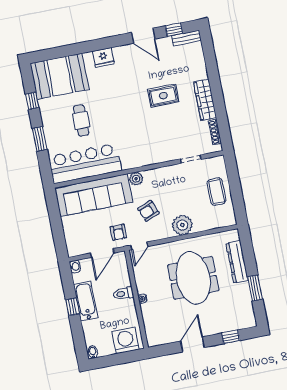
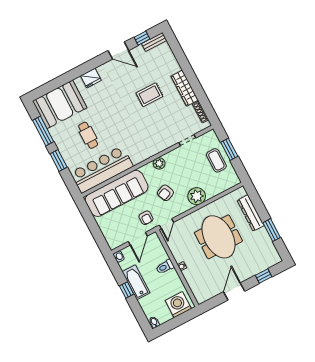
window: (32, 101) -> (43, 131), width x2.17
plant: (136, 179) -> (159, 163), moved
window: (235, 183) -> (229, 149), added

